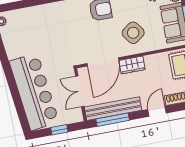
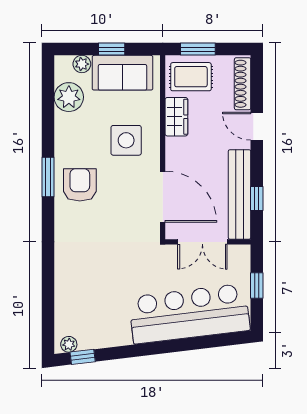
side table: (133, 33) -> (126, 140), turned 36
wardrobe: (132, 65) -> (176, 117), moved
window: (113, 120) -> (257, 198), width x0.46

